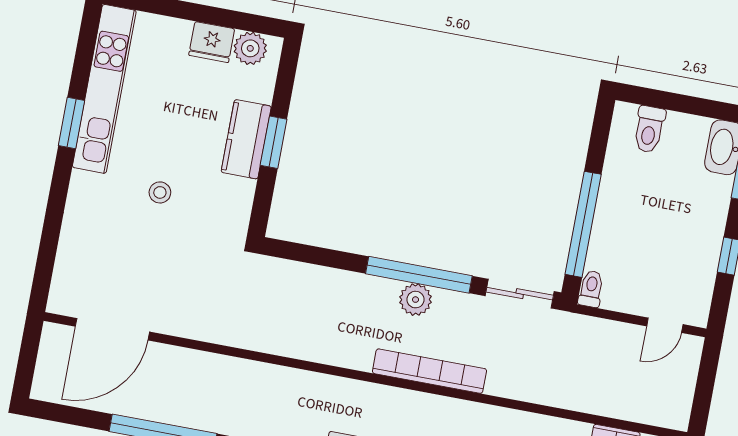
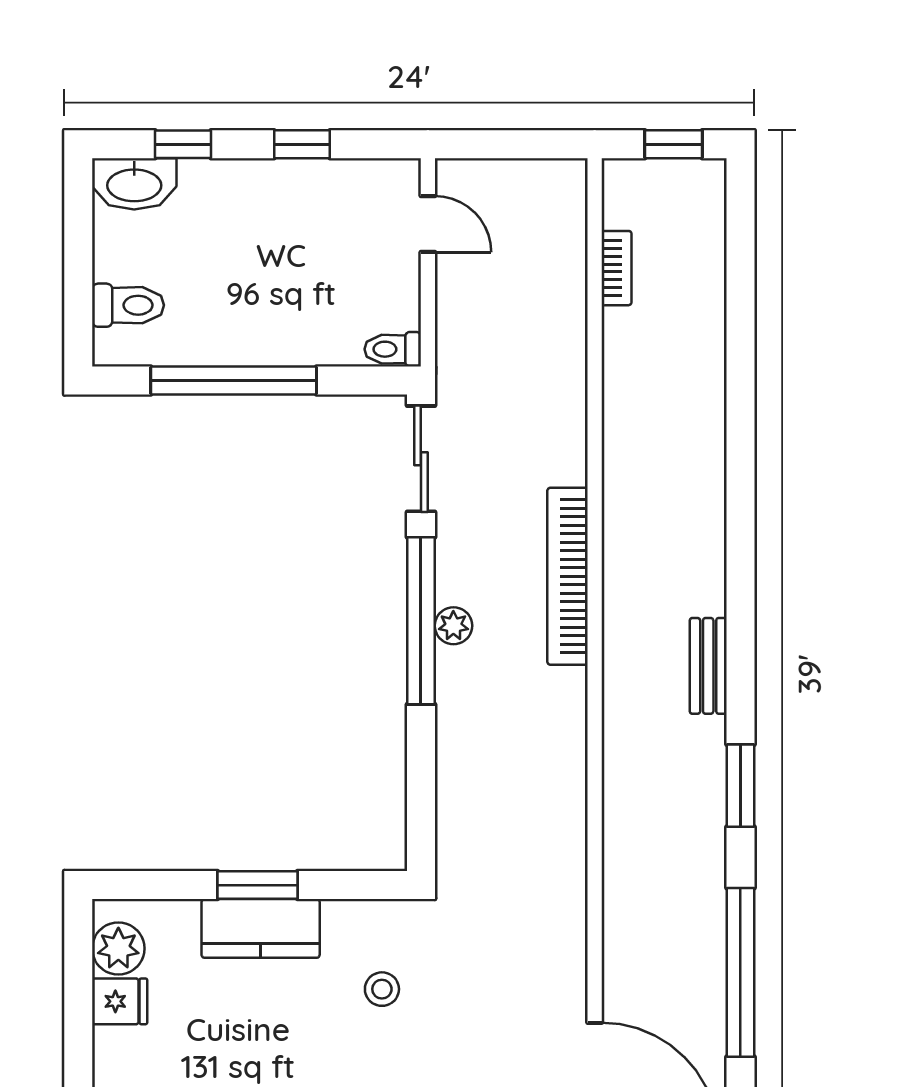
fridge: (212, 42) -> (120, 1001), width x0.72
stool: (160, 192) -> (382, 989), moved
window: (583, 224) -> (234, 380), moved
plant: (416, 300) -> (453, 626), width x0.73, depth x0.73

